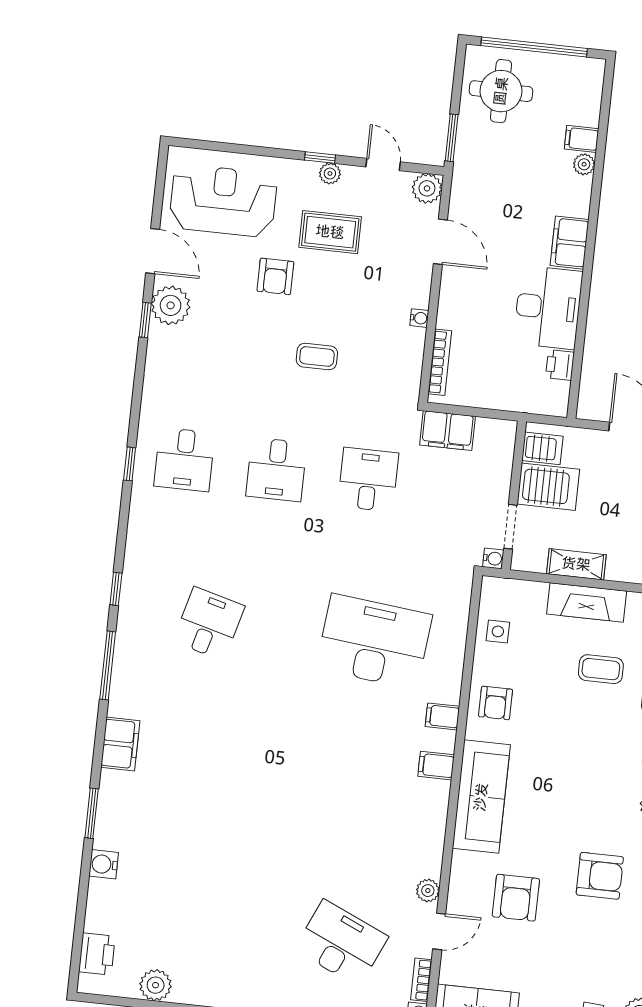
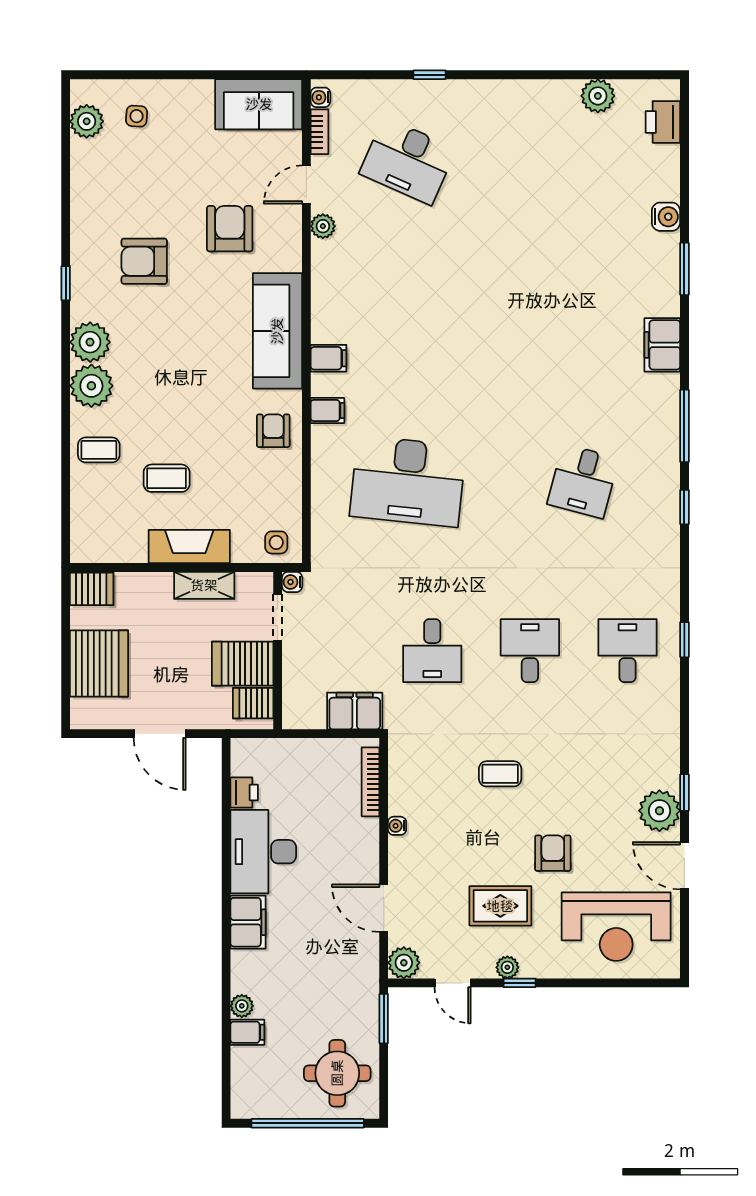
side table: (498, 631) -> (276, 542), moved

